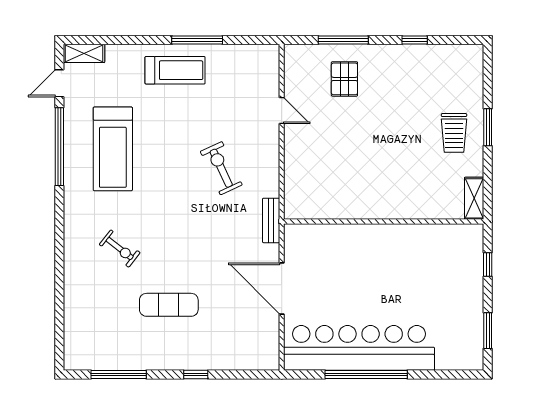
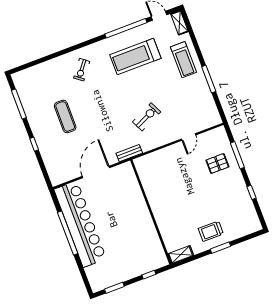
treadmill: (175, 70) -> (183, 60), moved
exercise bike: (120, 249) -> (82, 70), moved

